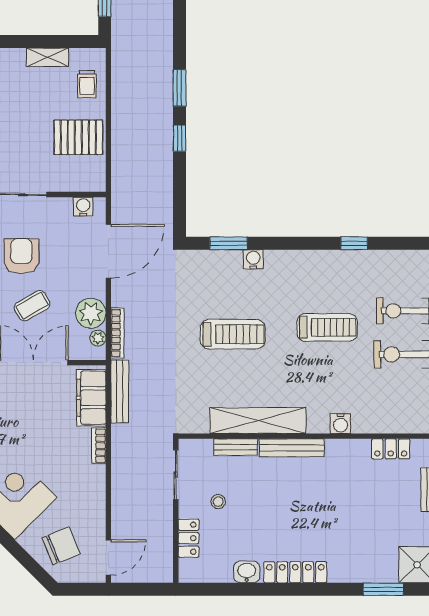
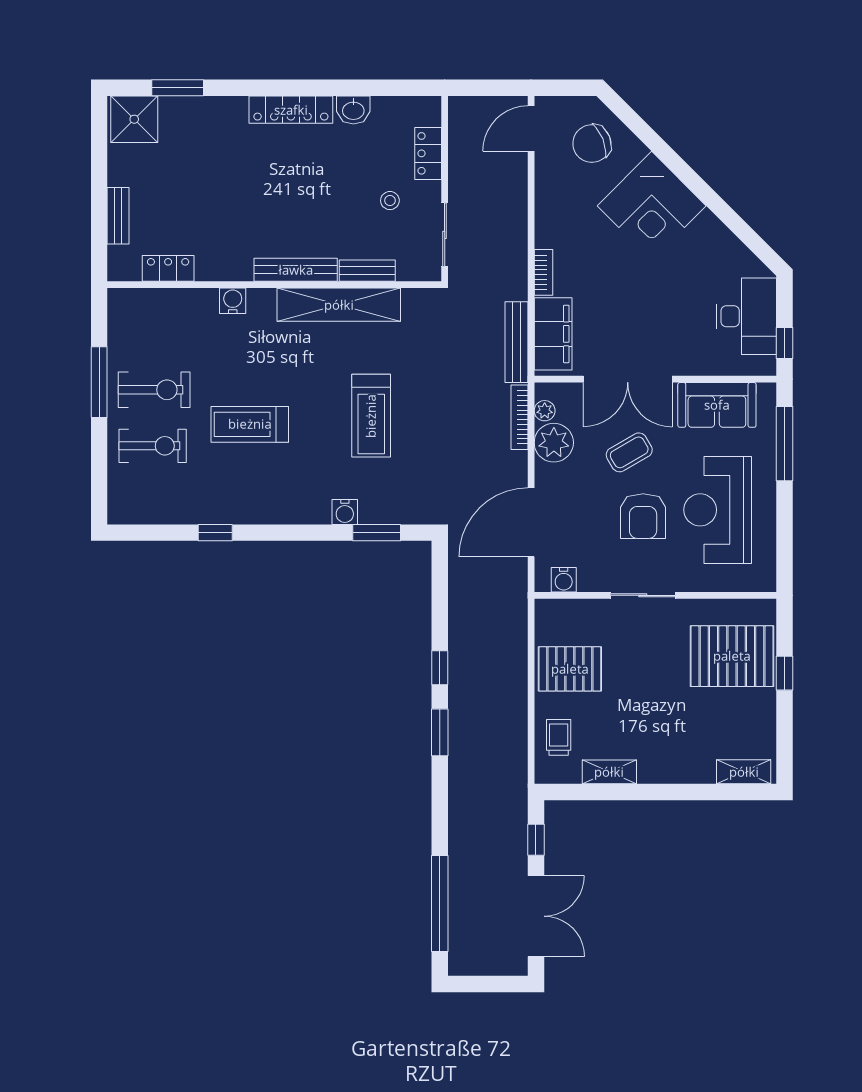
treadmill: (233, 334) -> (371, 416), turned -90

